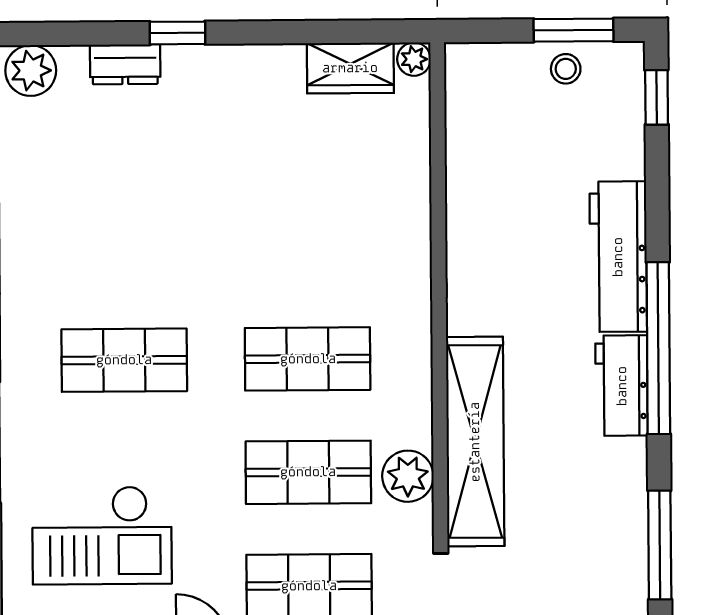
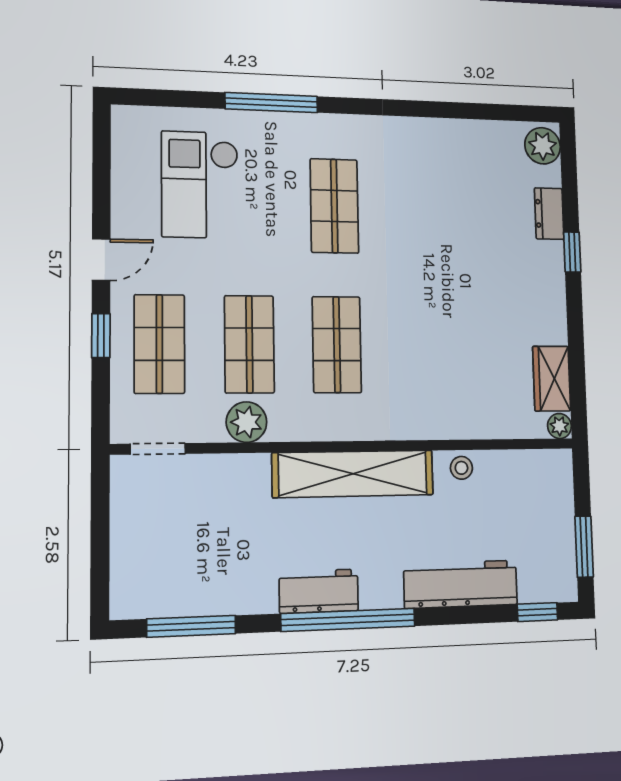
stool: (566, 69) -> (461, 468), moved
workbench: (618, 257) -> (461, 584), moved
shelving: (475, 442) -> (353, 474), moved

